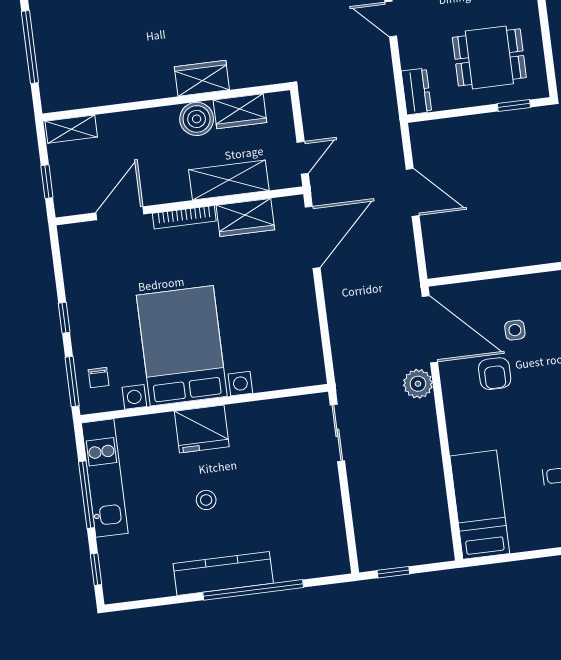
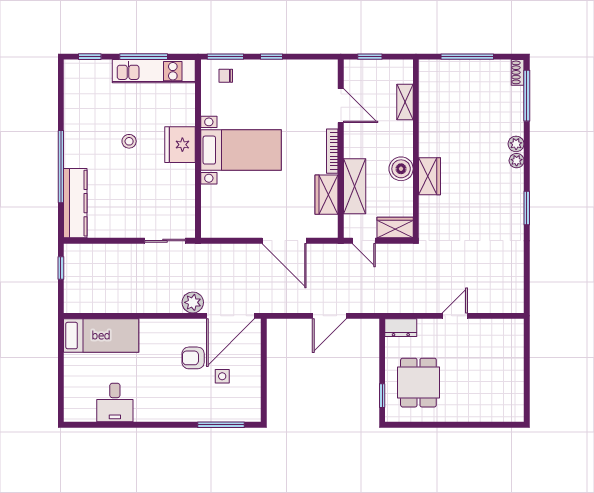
wardrobe: (240, 111) -> (395, 227), moved, turned 90
shelving: (71, 129) -> (405, 102), moved
door: (313, 237) -> (284, 241), moved
bed with nightstands: (182, 346) -> (241, 150), width x0.73
kitchen counter: (223, 573) -> (75, 203), moved

